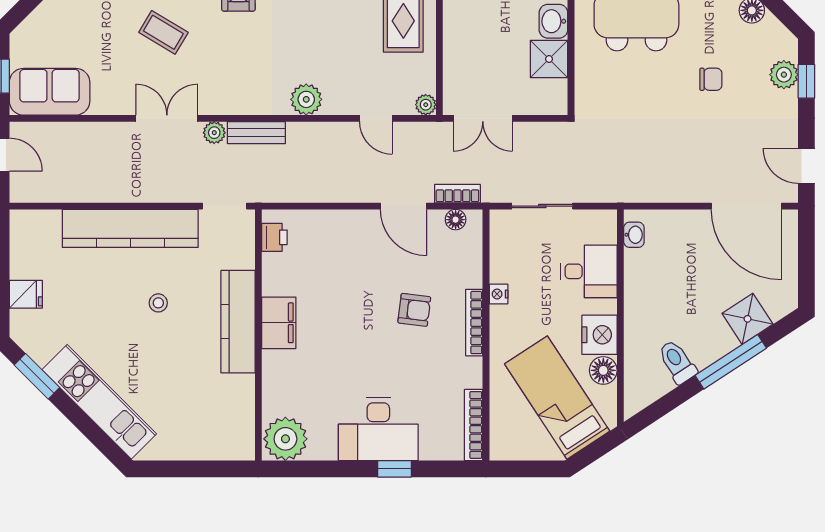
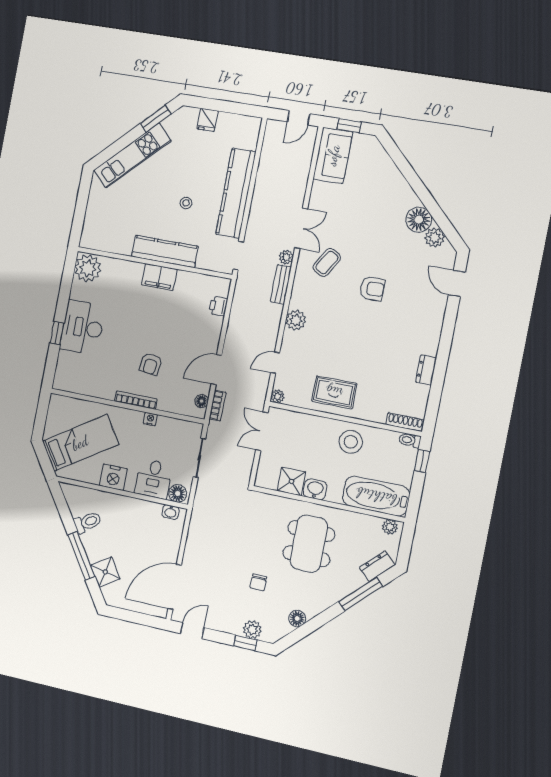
coffee table: (163, 32) -> (327, 263), moved
printer: (274, 237) -> (218, 306), moved, turned 90
floor lamp: (603, 370) -> (178, 493), moved
bookcase: (474, 425) -> (74, 387), removed

